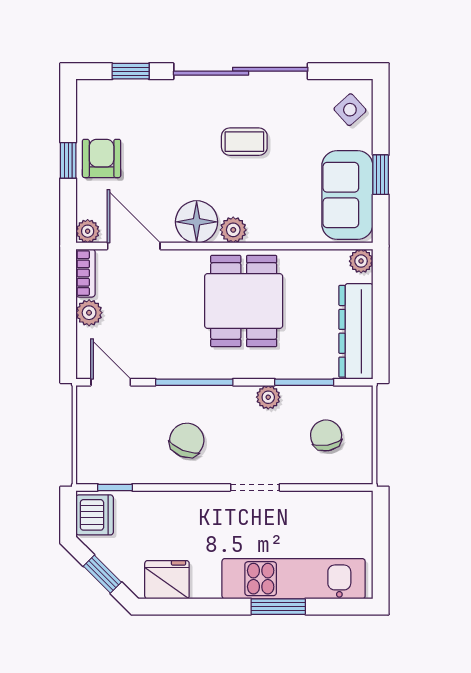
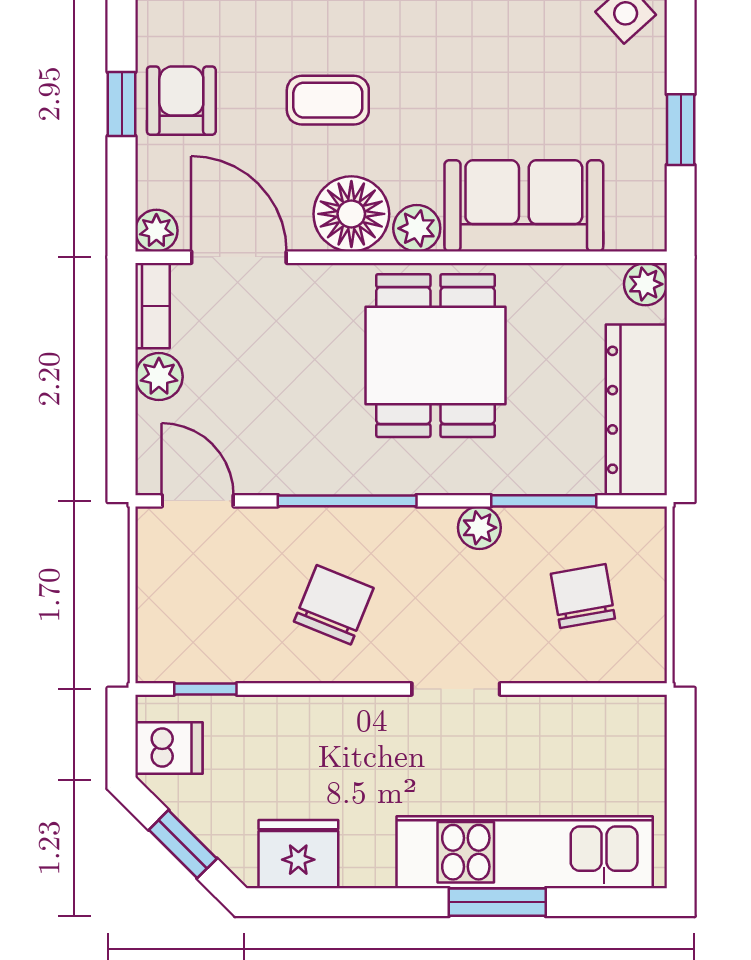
coffee table: (244, 142) -> (328, 100), moved
sofa: (347, 195) -> (524, 206), moved, turned 90
dishwasher: (95, 515) -> (169, 748), width x0.73

